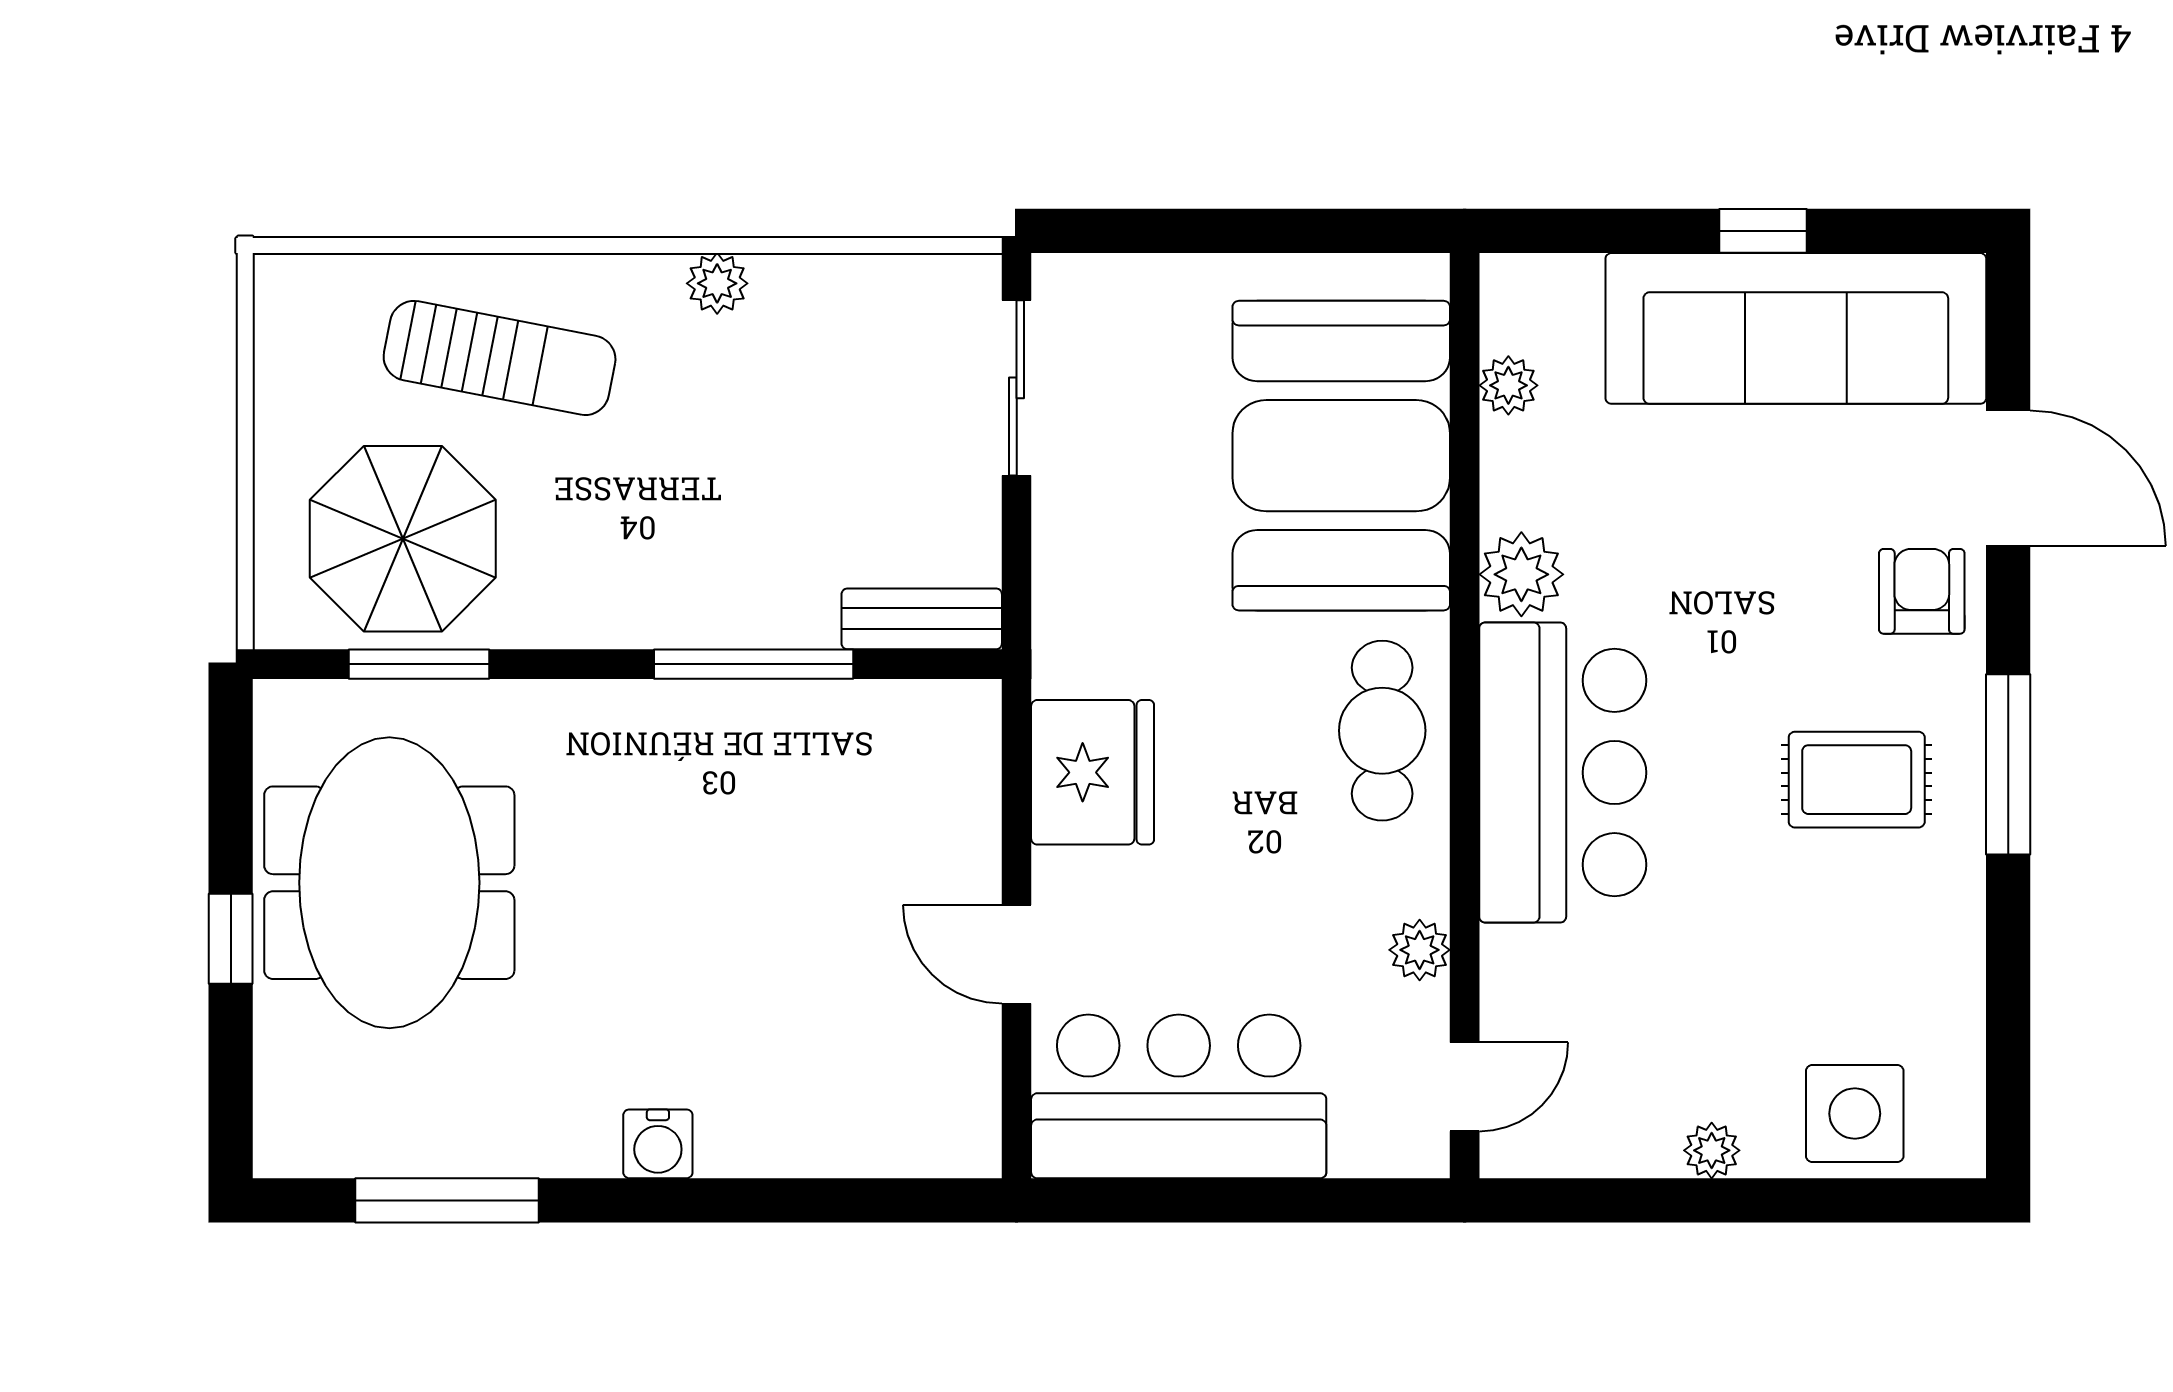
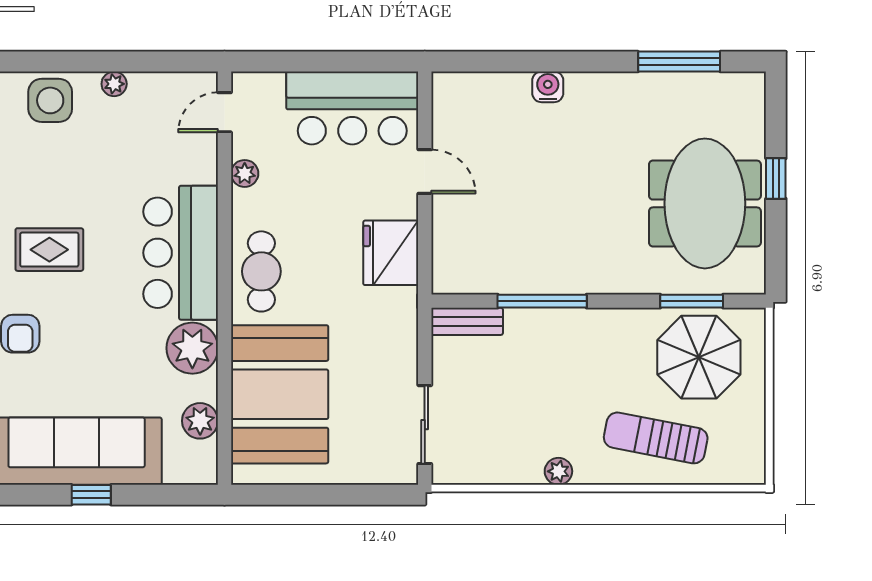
plant: (1508, 385) -> (200, 421), width x1.38, depth x1.38
plant: (1521, 574) -> (192, 348), width x1.36, depth x1.36
water cooler: (658, 1144) -> (548, 87), moved

